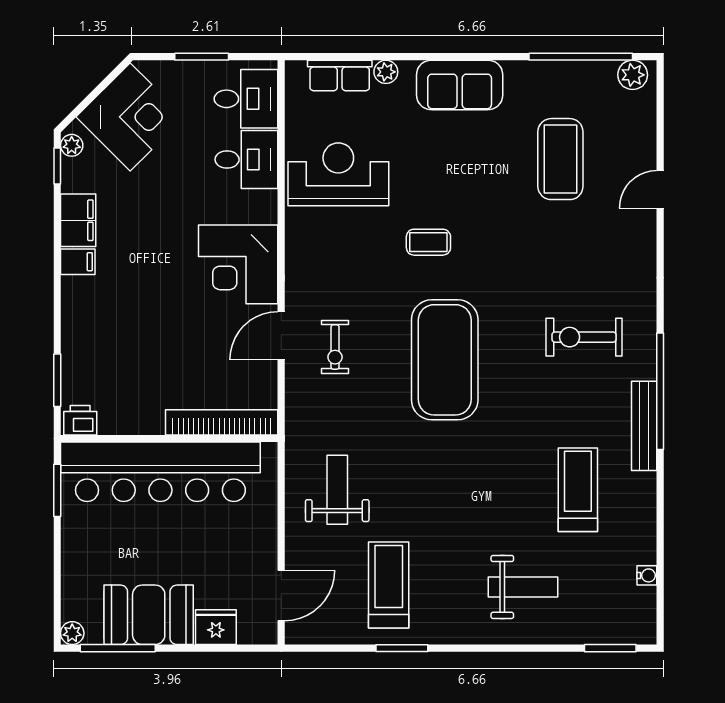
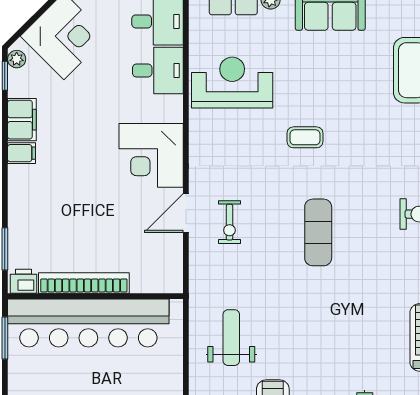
exercise mat: (445, 360) -> (318, 232), width x0.50, depth x0.69
bookcase: (222, 422) -> (84, 283), moved

